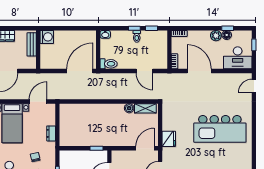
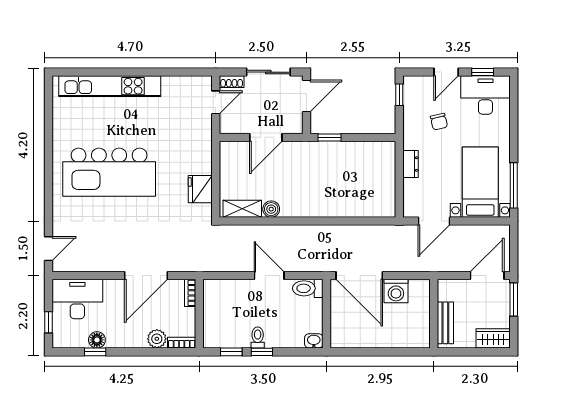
plant: (216, 36) -> (157, 339), moved
washing machine: (47, 37) -> (396, 291), moved, turned -90
door: (80, 71) -> (359, 276), hinge flipped
door: (144, 71) -> (269, 276), moved
door: (199, 71) -> (146, 276), hinge flipped
kitchen island: (220, 129) -> (109, 172), turned 180
fridge: (169, 139) -> (200, 189), moved
door: (145, 148) -> (266, 137), moved

